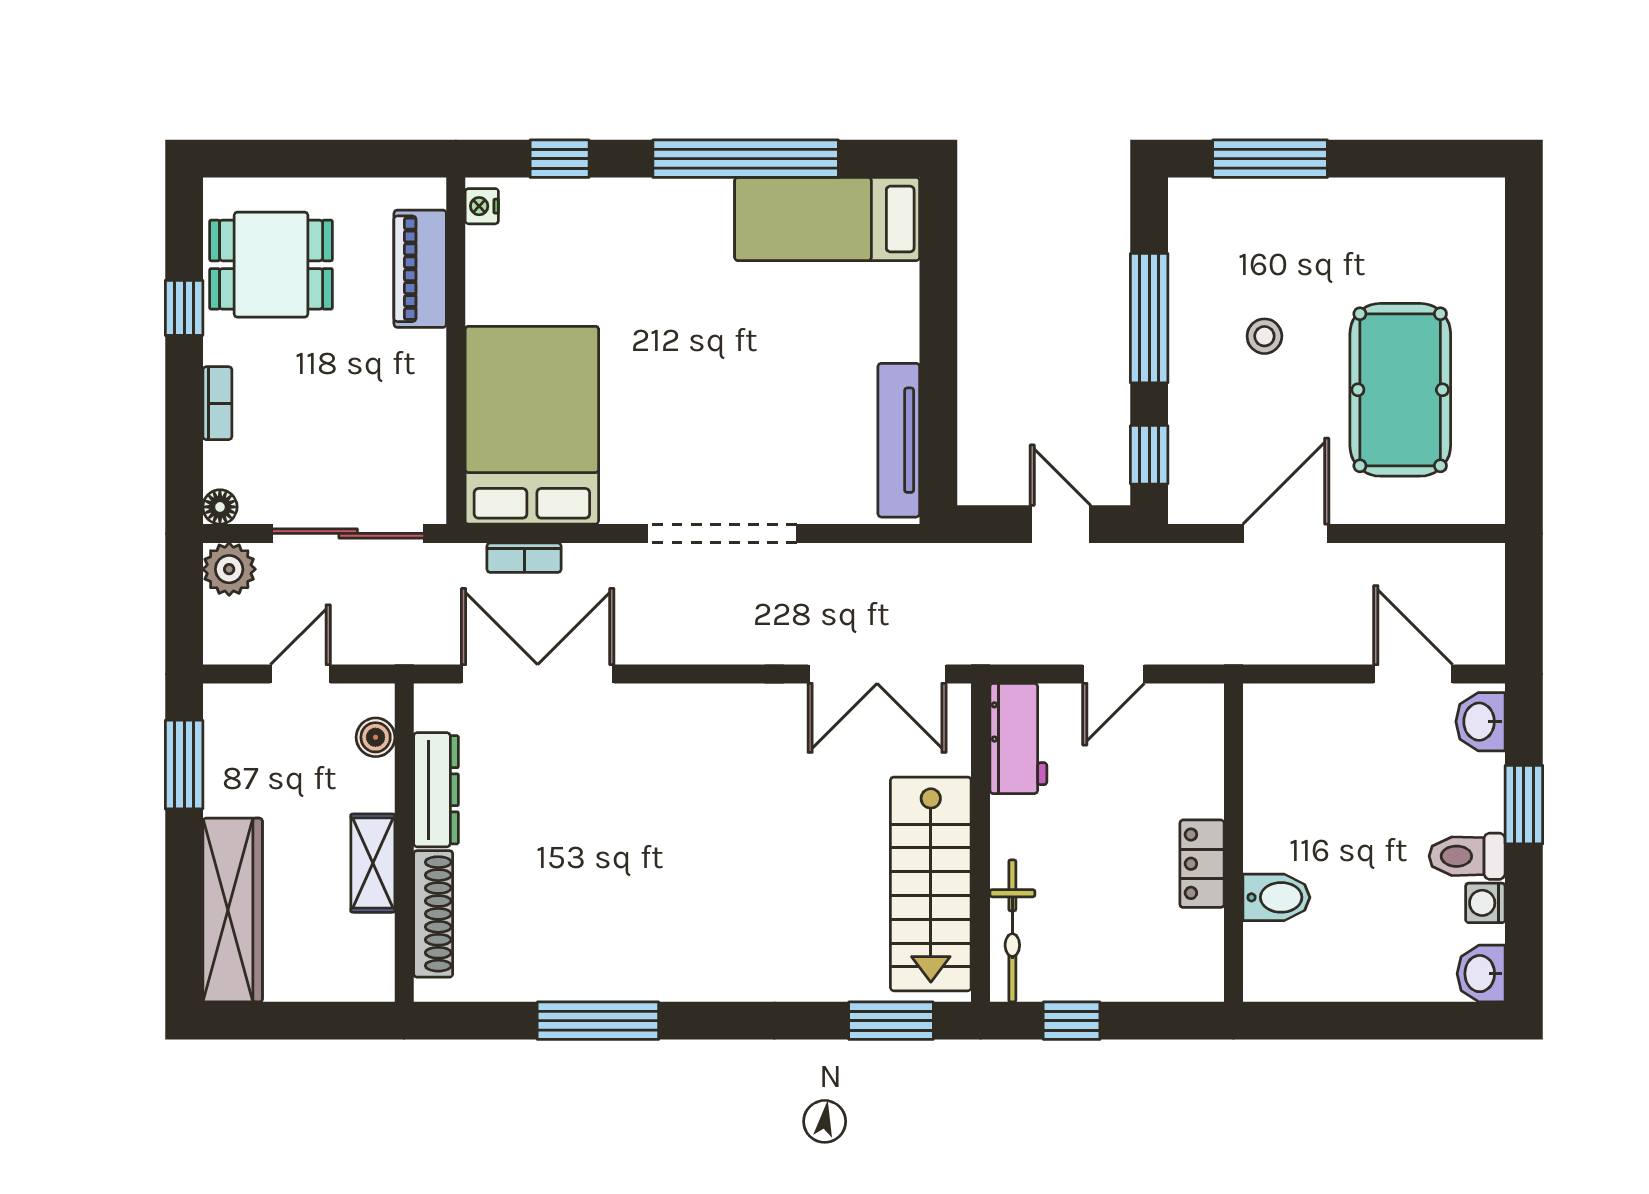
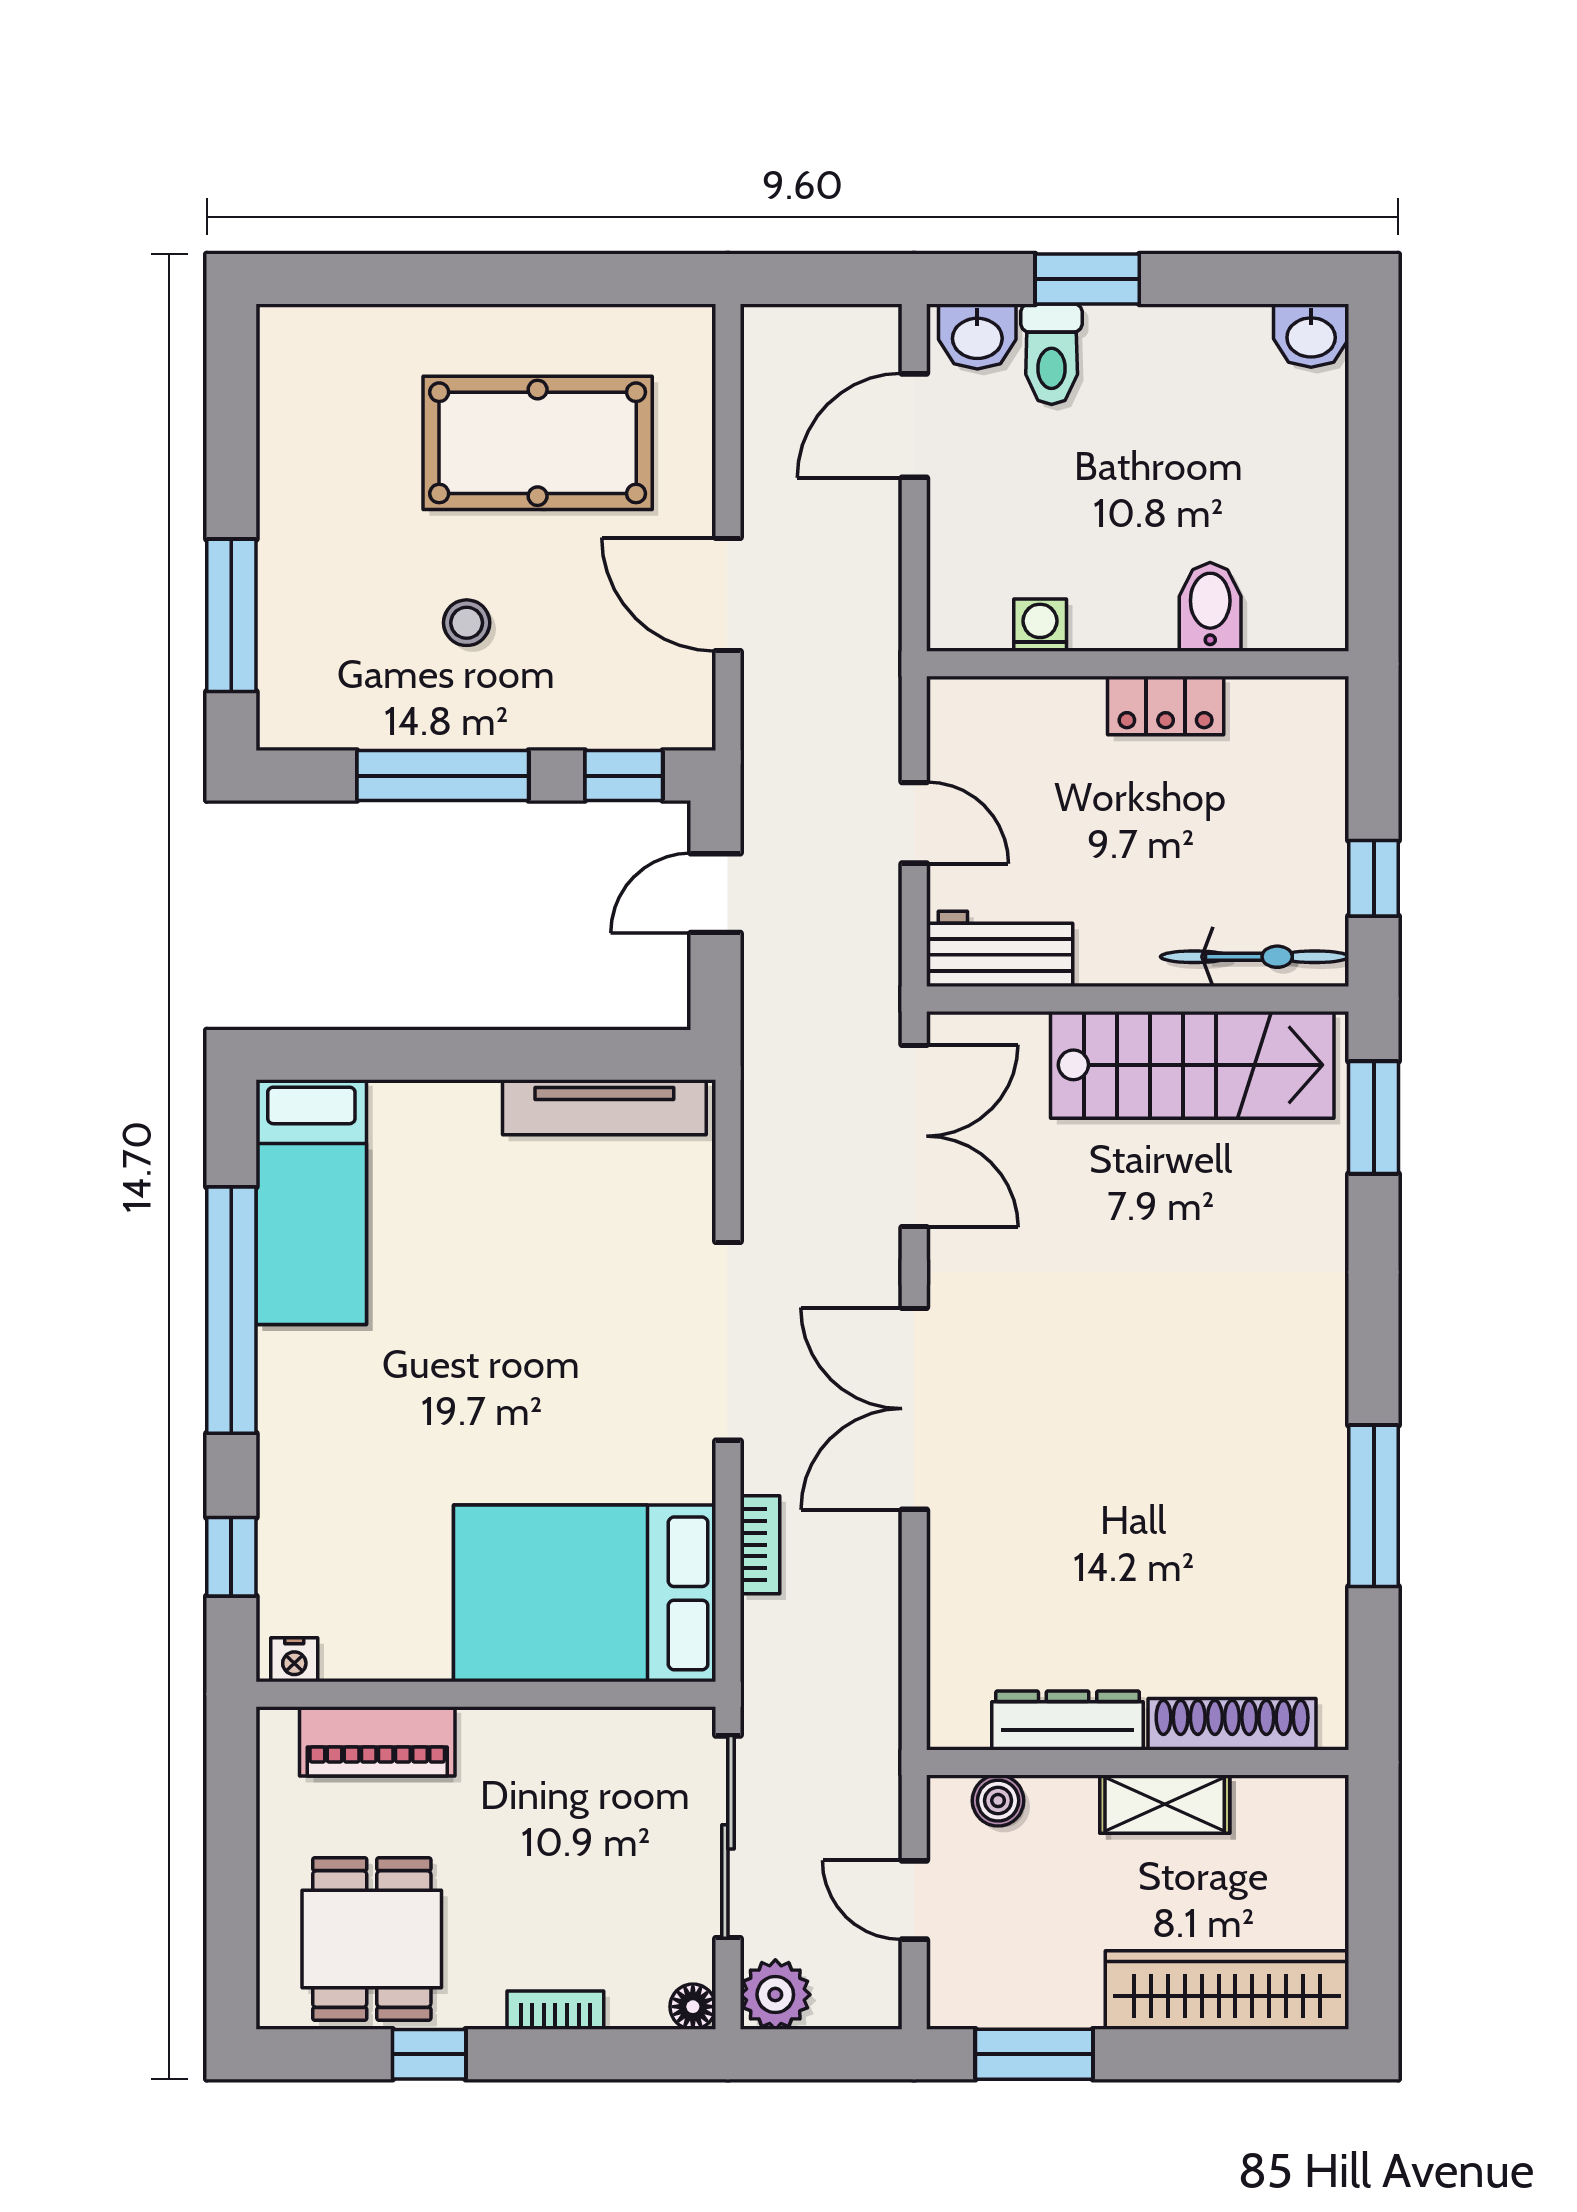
bookcase: (524, 558) -> (760, 1545), moved
double door: (538, 674) -> (914, 1409), moved
toilet: (1467, 856) -> (1052, 354), moved
washing machine: (1485, 903) -> (1040, 625), moved, turned 180

